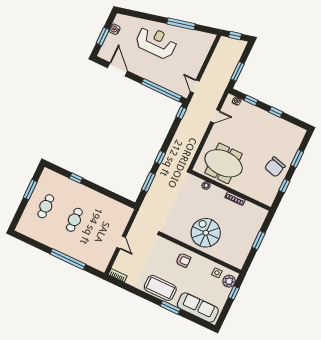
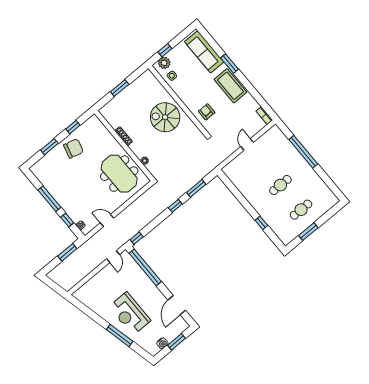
window: (181, 24) -> (120, 335), moved
window: (235, 36) -> (54, 286), removed
window: (276, 112) -> (49, 199), width x2.17
spiral stairs: (206, 233) -> (165, 117), turned 90
armchair: (183, 260) -> (207, 112), moved

